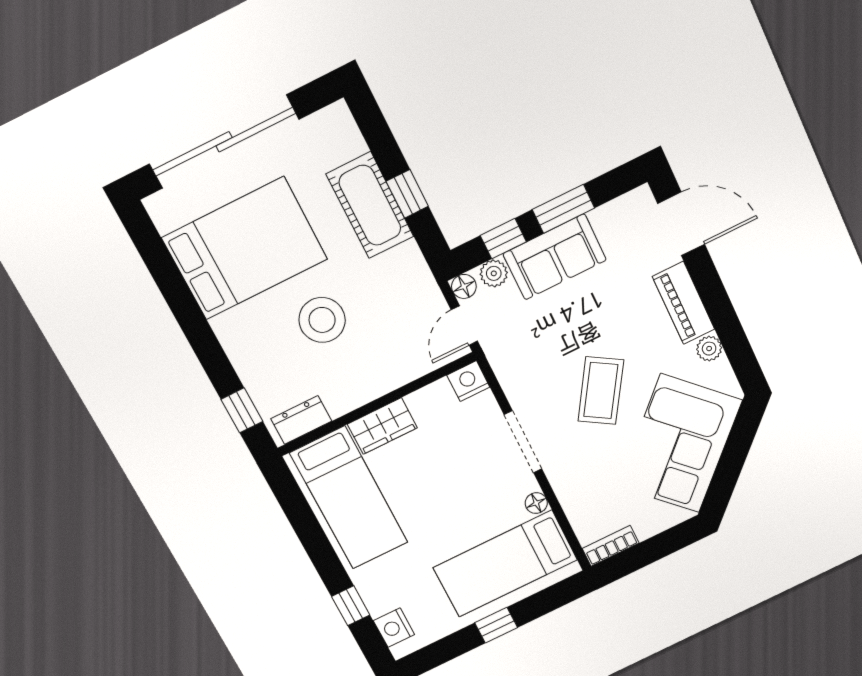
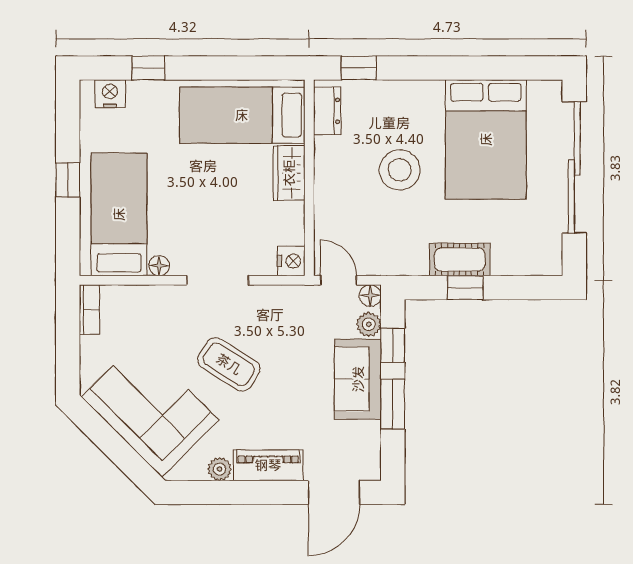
cot: (370, 205) -> (460, 260), width x0.73, depth x0.75

